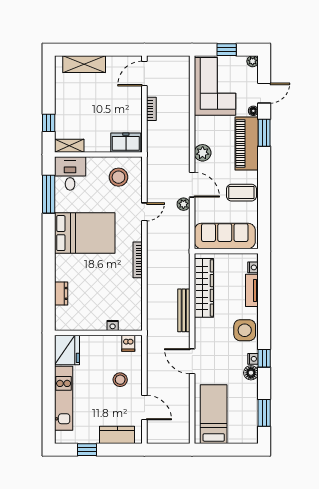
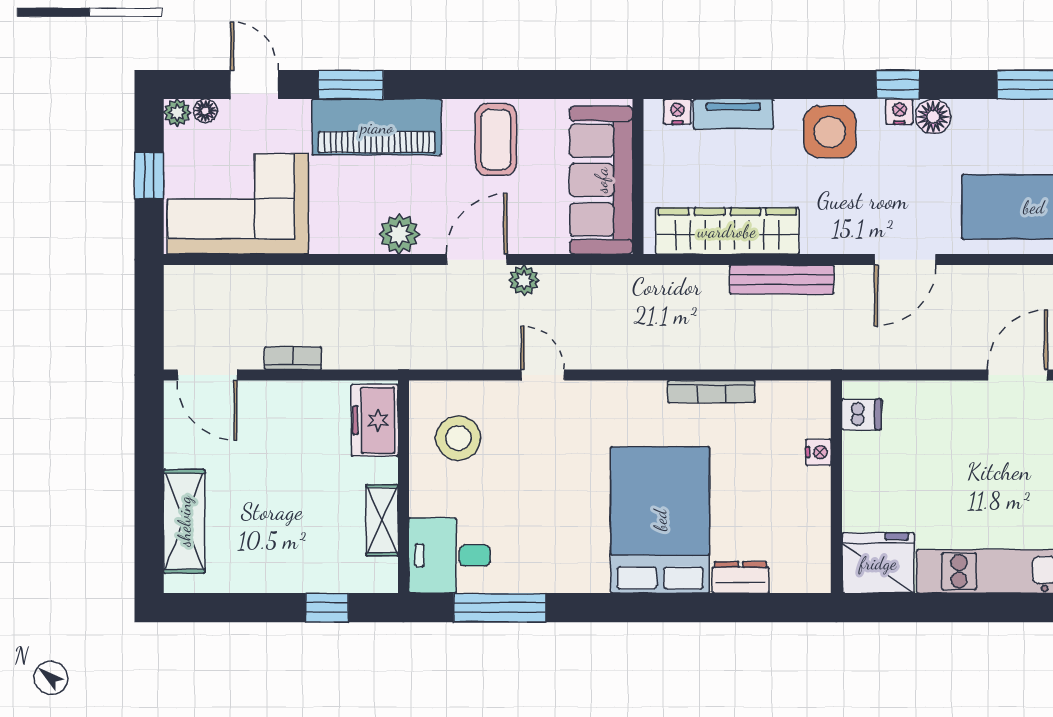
floor lamp: (253, 111) -> (205, 111), moved
shelving: (69, 146) -> (382, 520), moved
bed: (85, 233) -> (660, 520), moved
bookcase: (138, 260) -> (711, 392), moved
stool: (120, 380) -> (950, 434), removed

